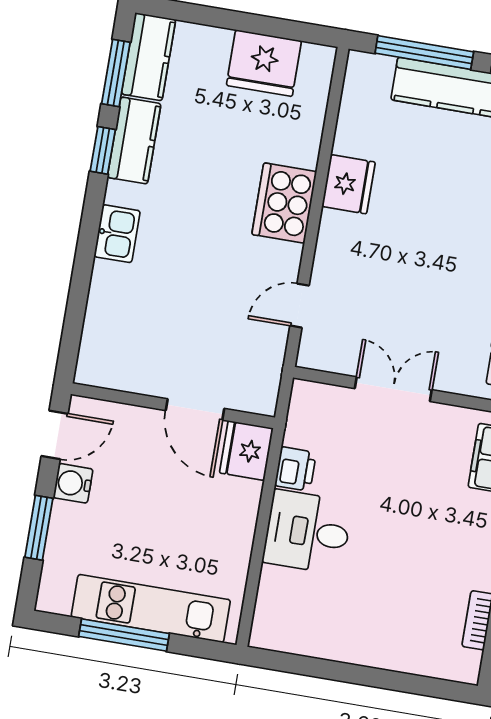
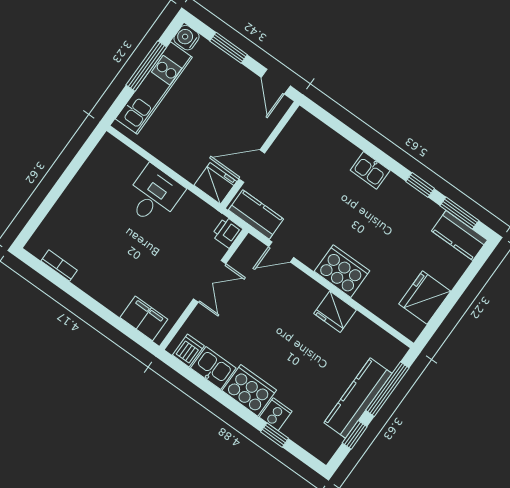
kitchen counter: (134, 141) -> (256, 214), moved, turned 180
door: (300, 306) -> (281, 252), swing flipped
printer: (296, 469) -> (227, 232), moved, turned 90
water cooler: (73, 483) -> (187, 38), moved, turned -90

